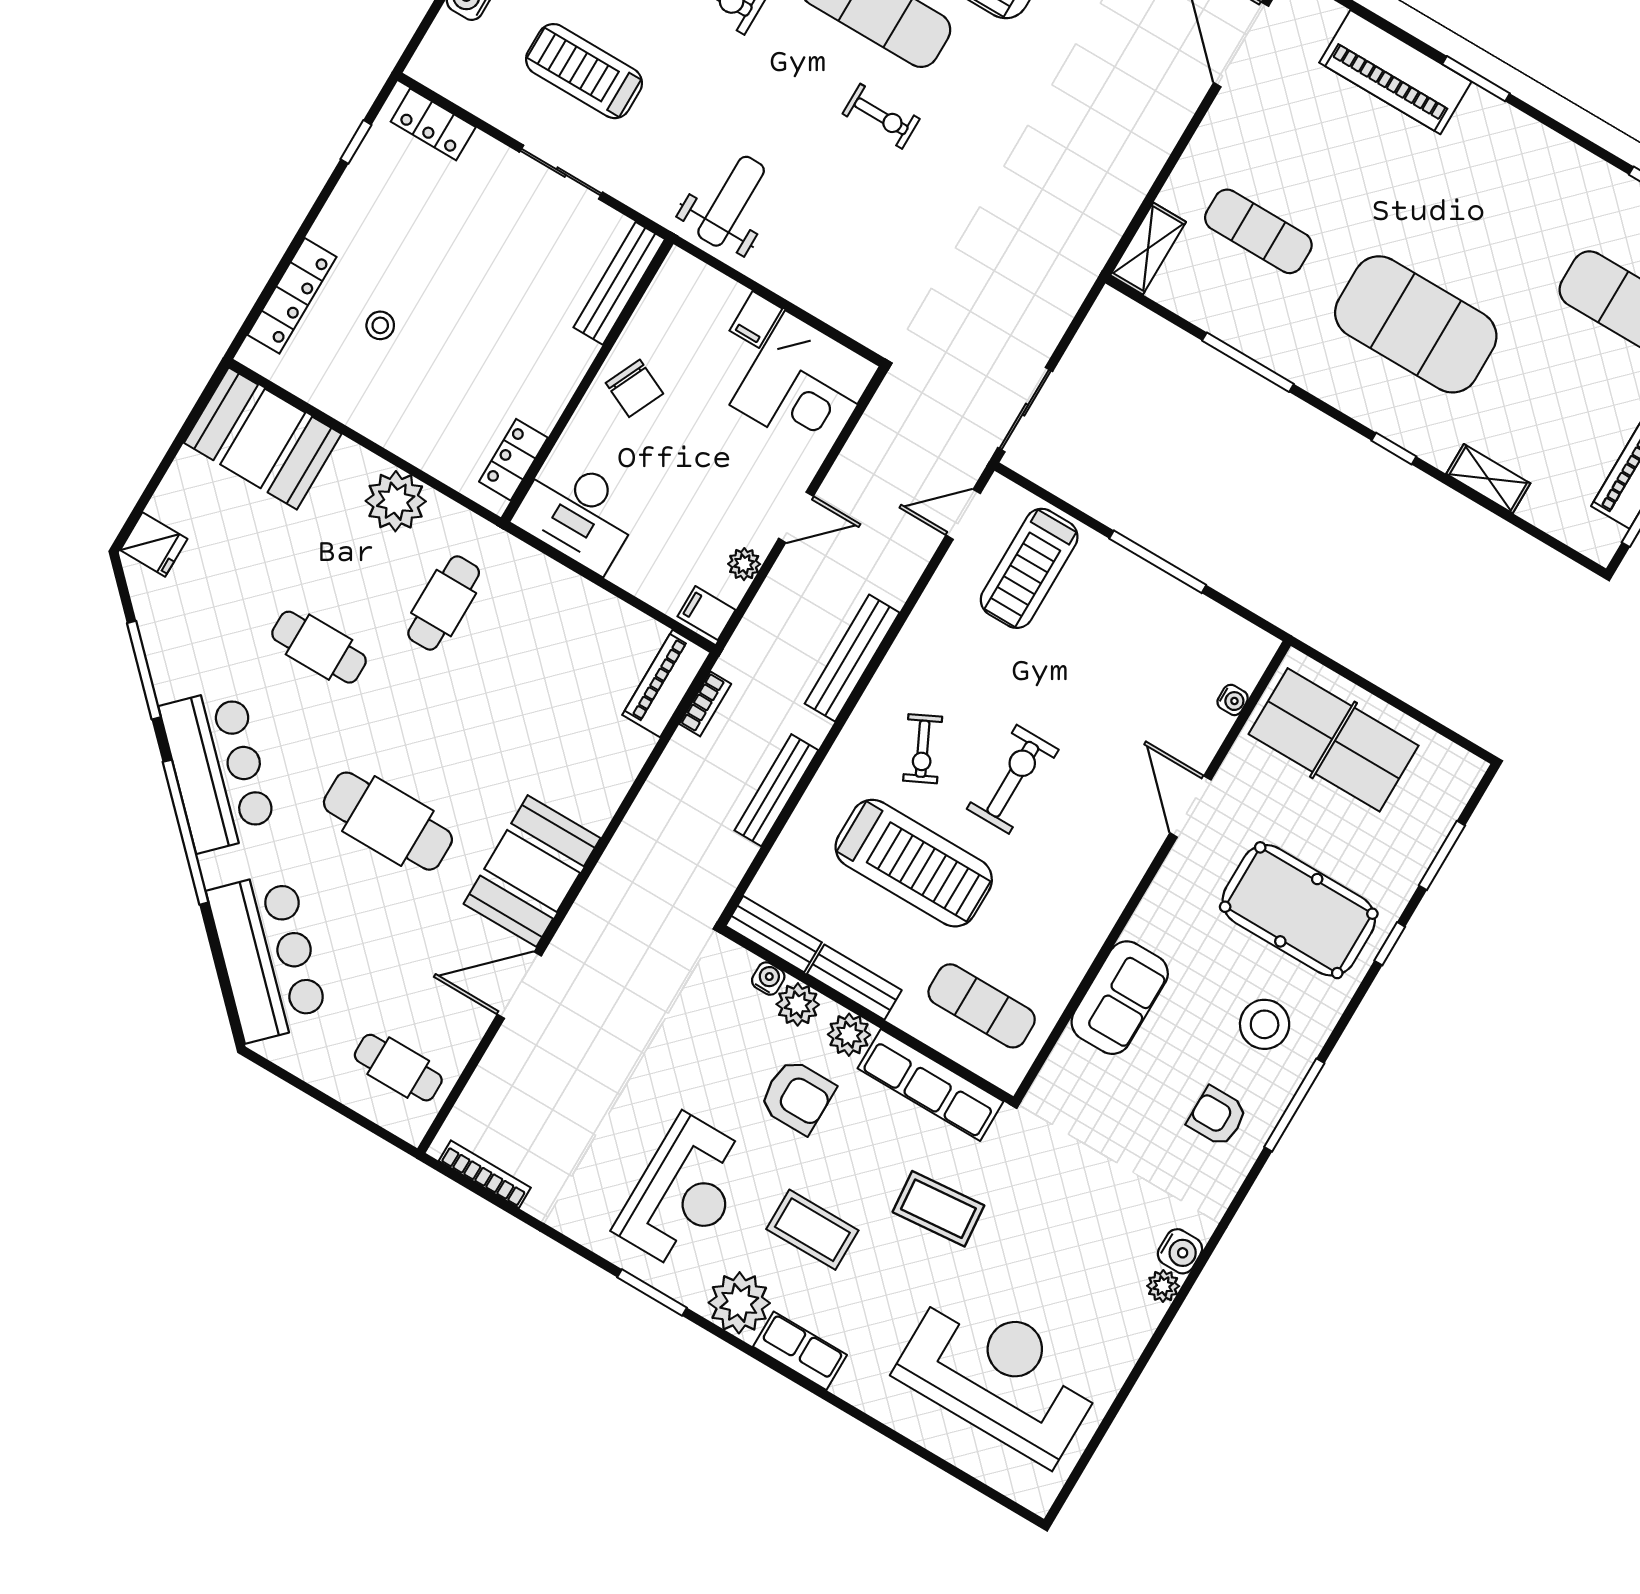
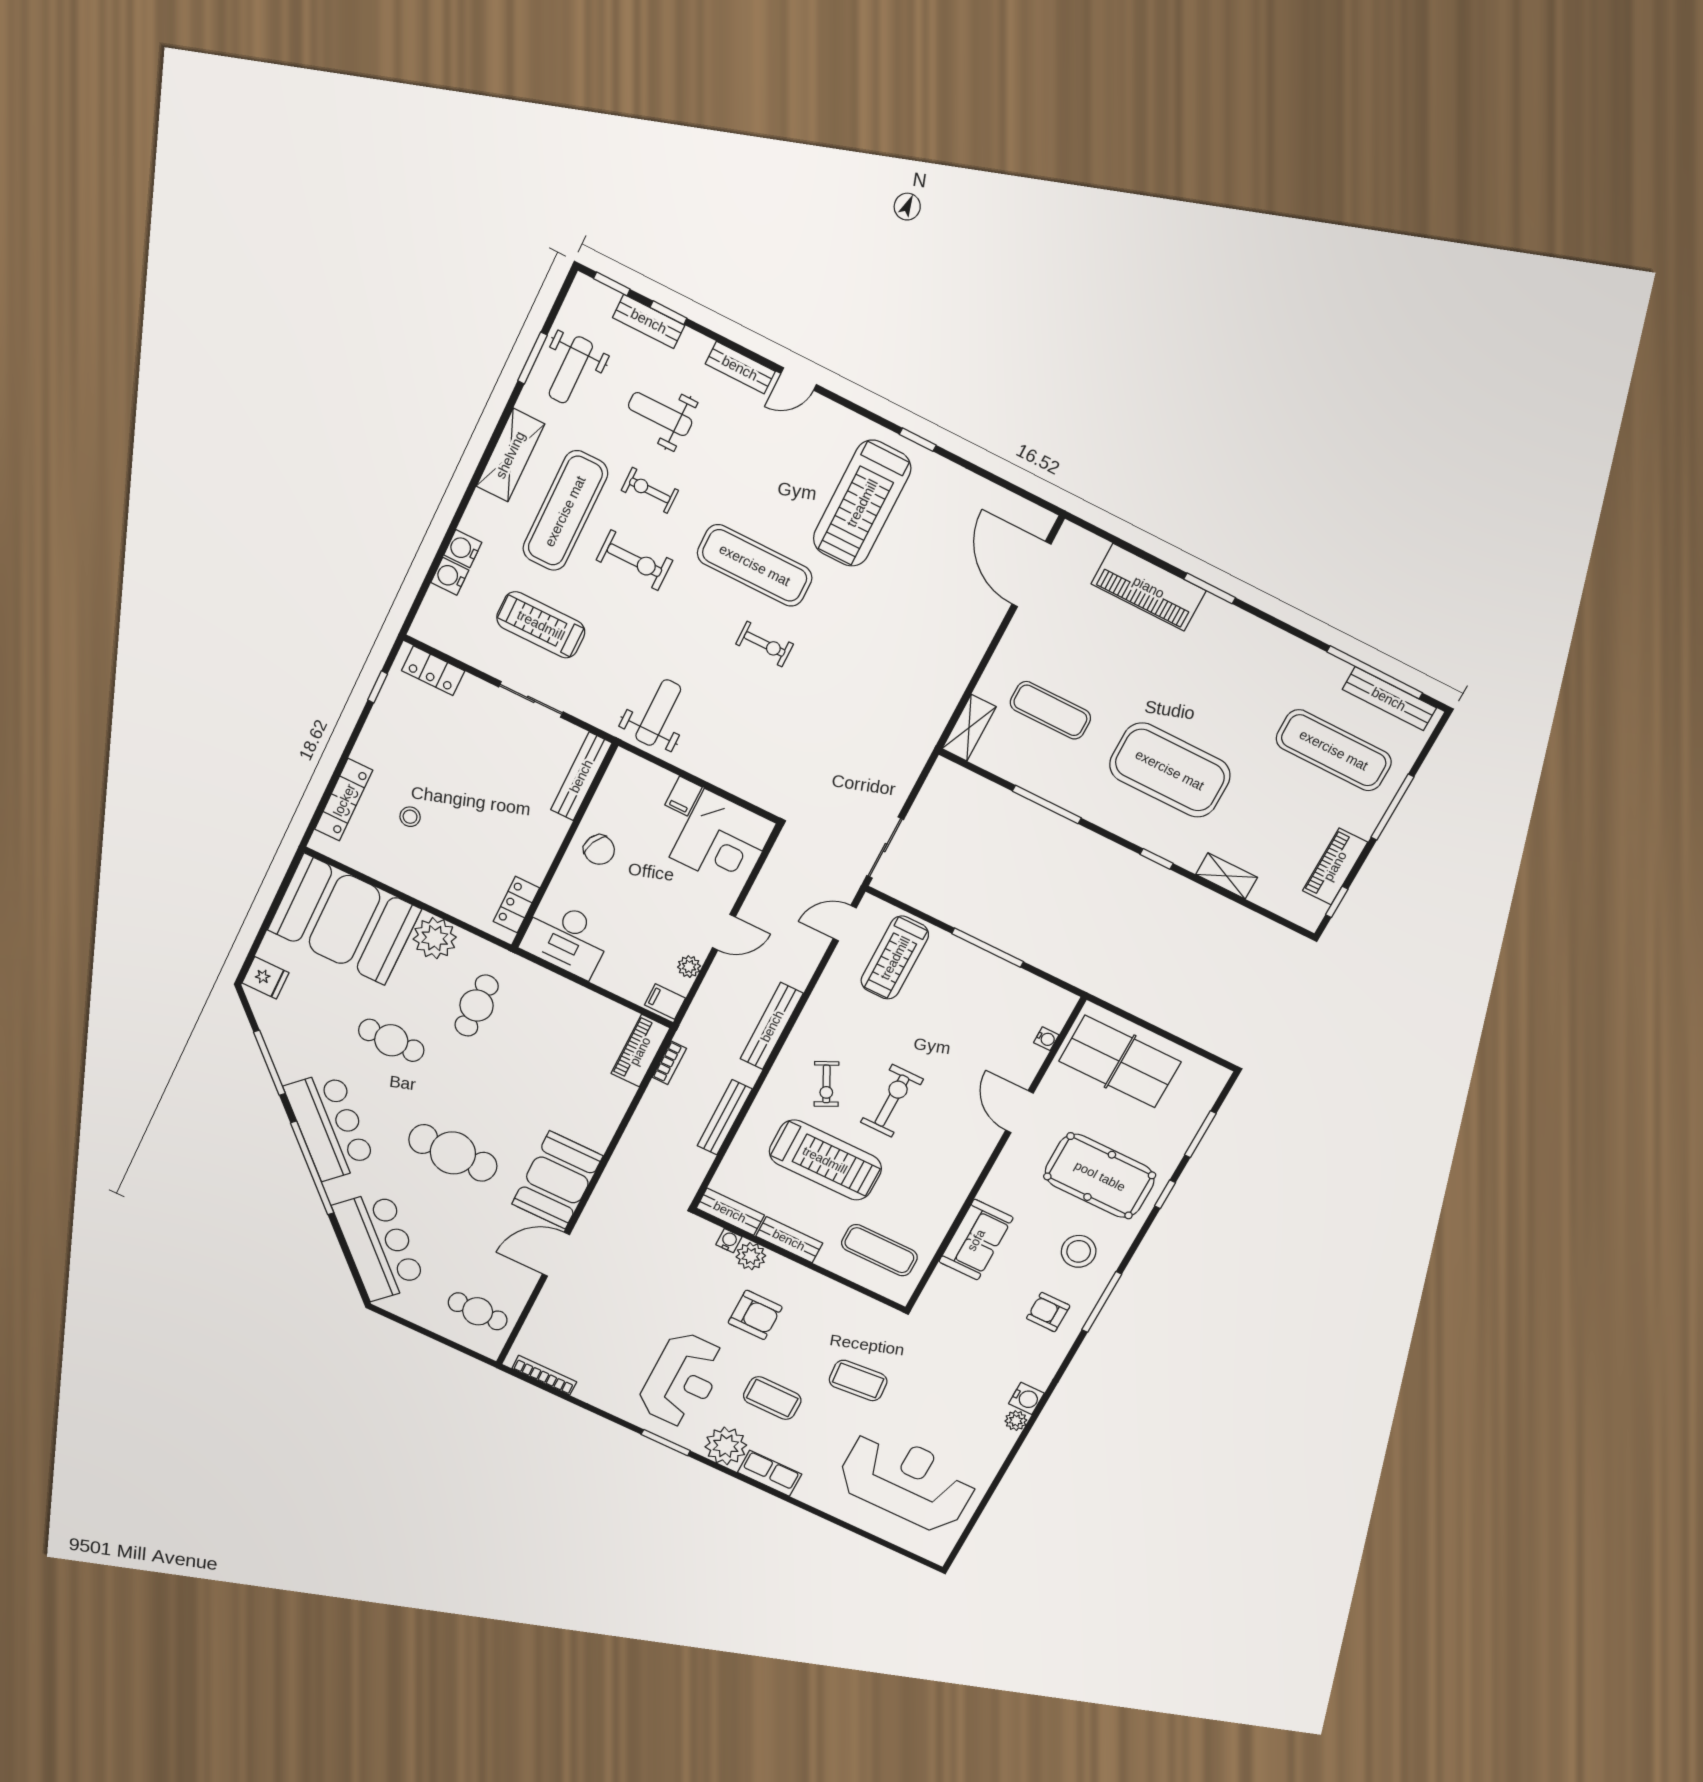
booth: (263, 438) -> (344, 919), width x1.36, depth x1.42
plant: (849, 1035) -> (788, 1274), removed
row of seats: (930, 1085) -> (847, 1303), removed

